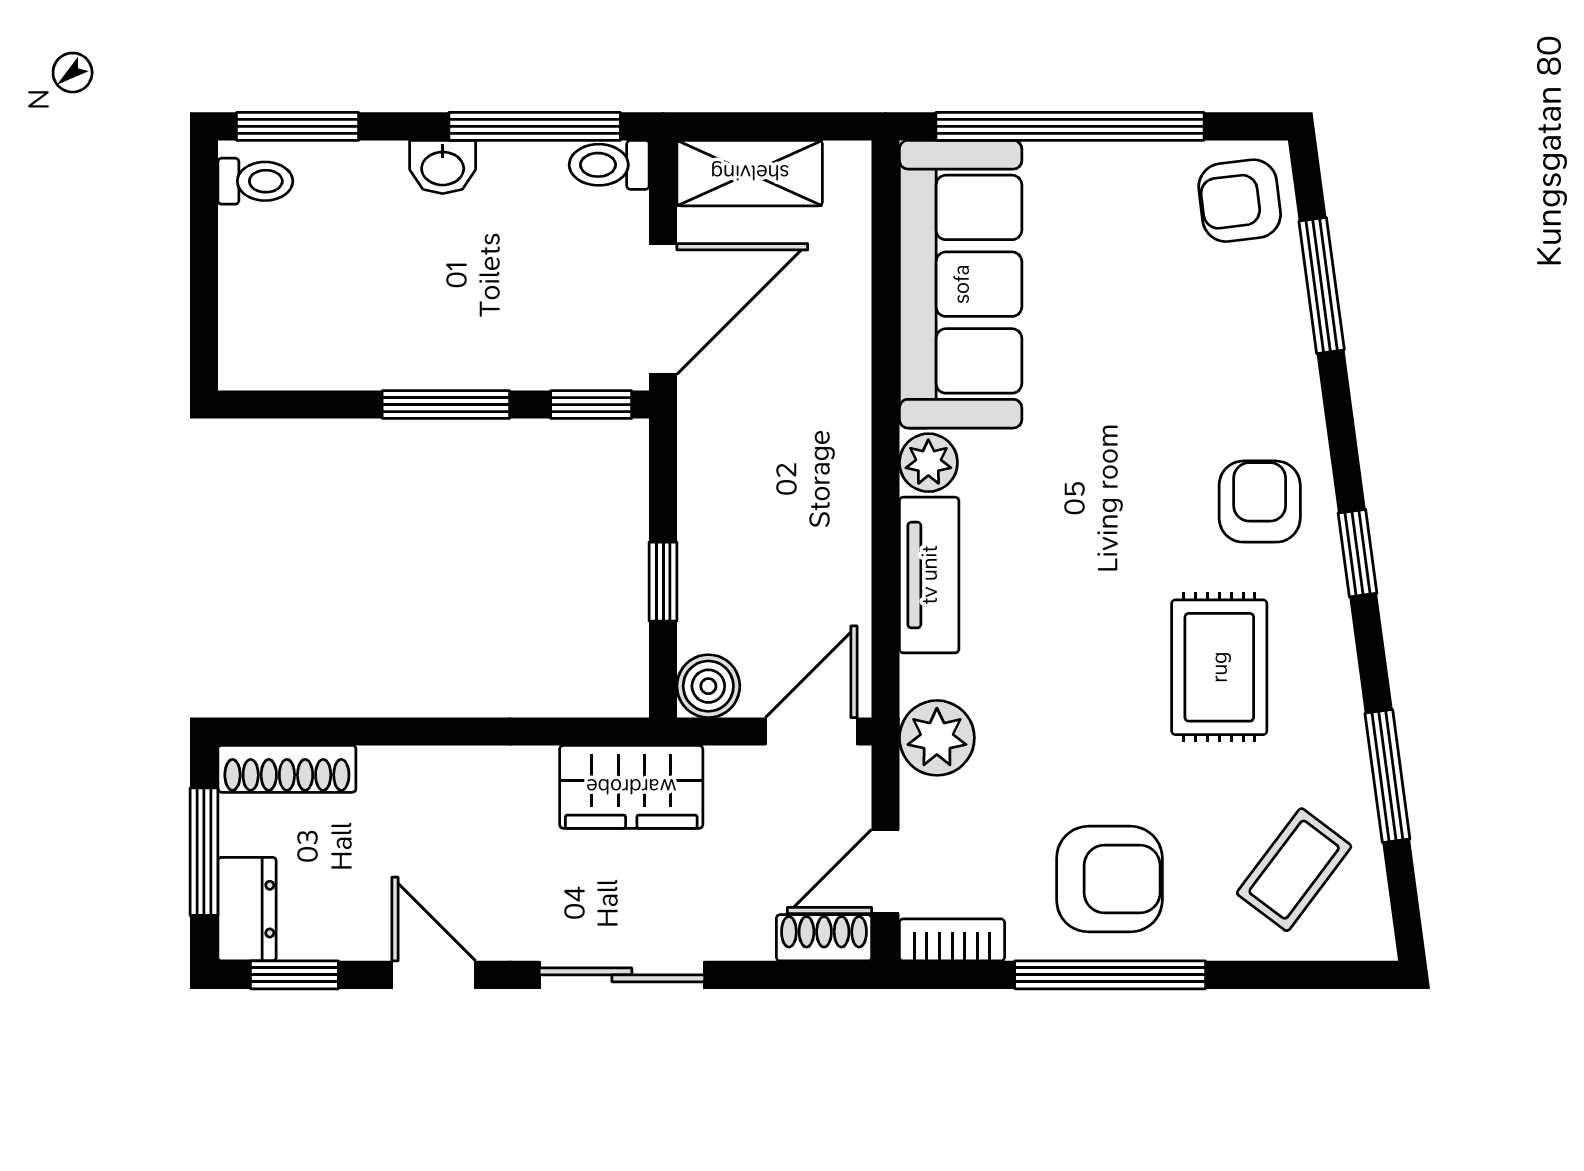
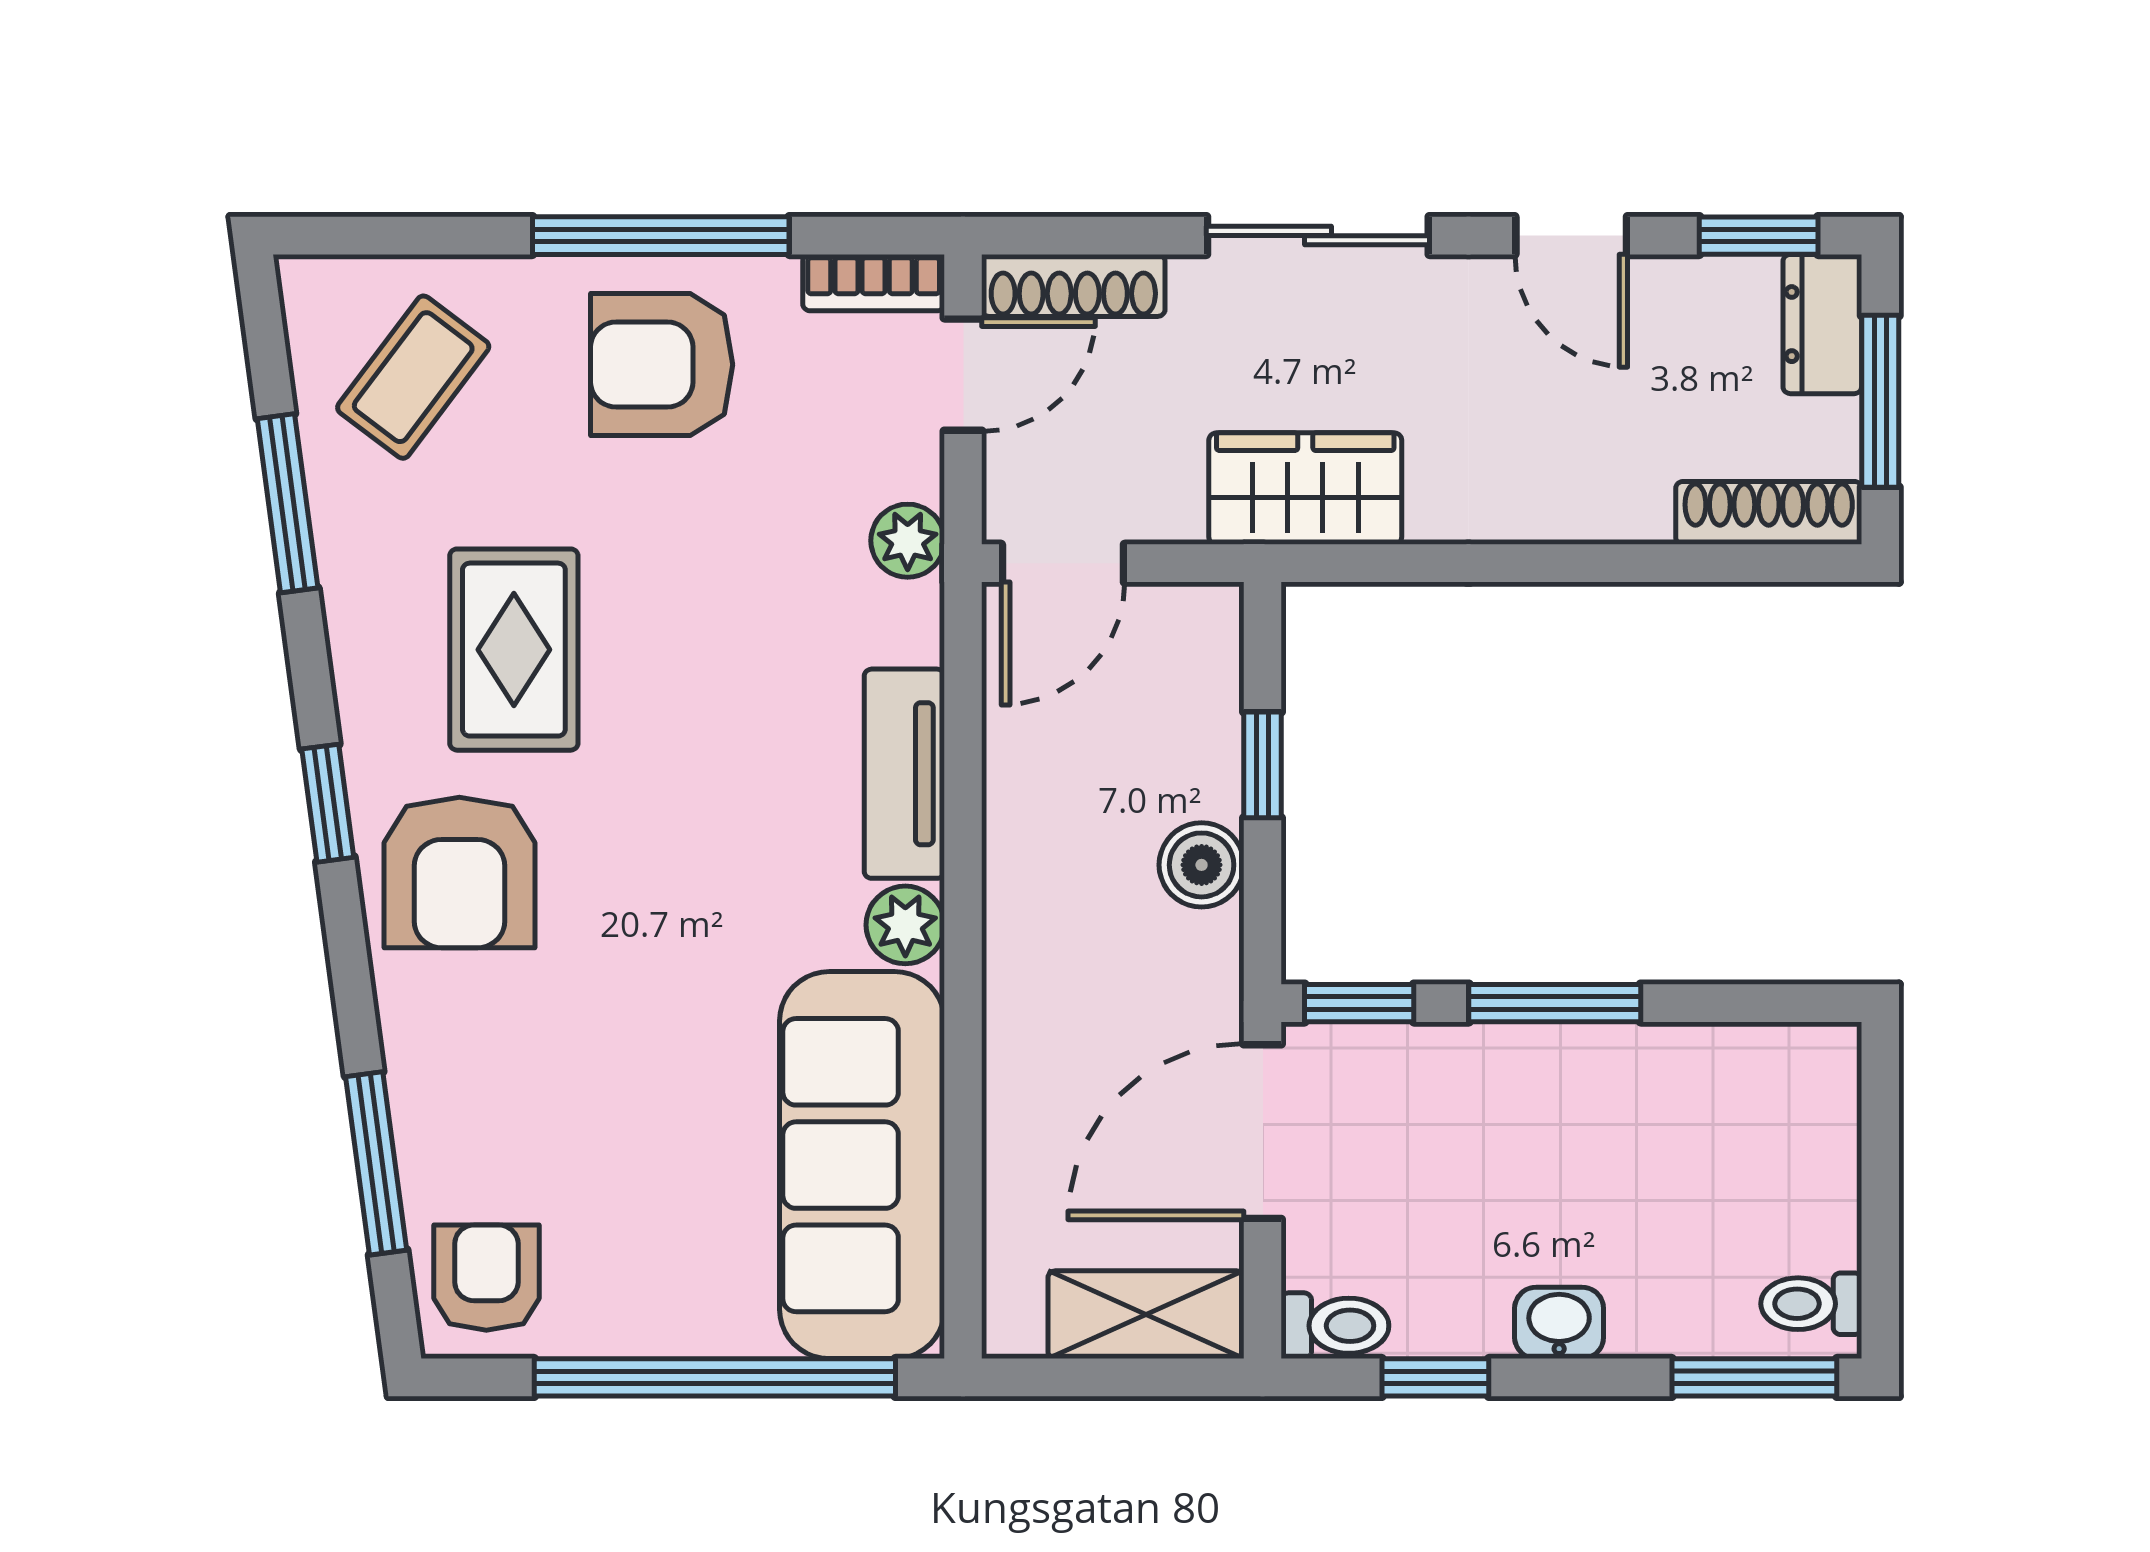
window: (535, 126) -> (1435, 1377), width x0.46
armchair: (1240, 201) -> (486, 1278), turned -83
armchair: (1260, 502) -> (459, 873), width x1.38, depth x1.38
boiler: (708, 686) -> (1202, 865), moved
plant: (937, 738) -> (908, 541), width x0.73, depth x0.73
shoe rack: (824, 938) -> (1073, 285), width x1.43

